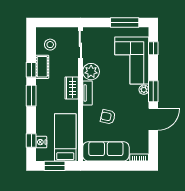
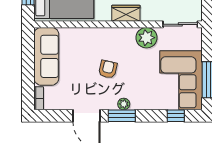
corner sofa: (132, 60) -> (181, 80), moved, turned -90
tv unit: (87, 93) -> (120, 33), removed
armchair: (108, 117) -> (108, 69), moved

